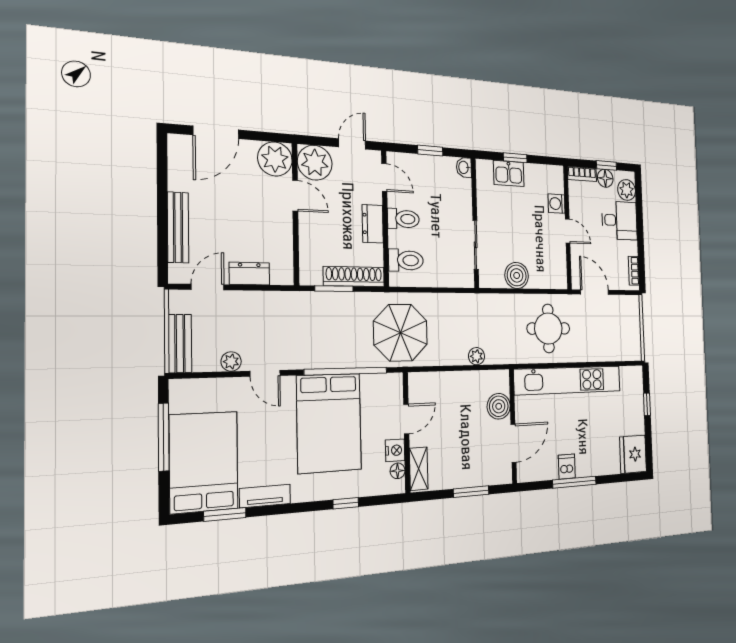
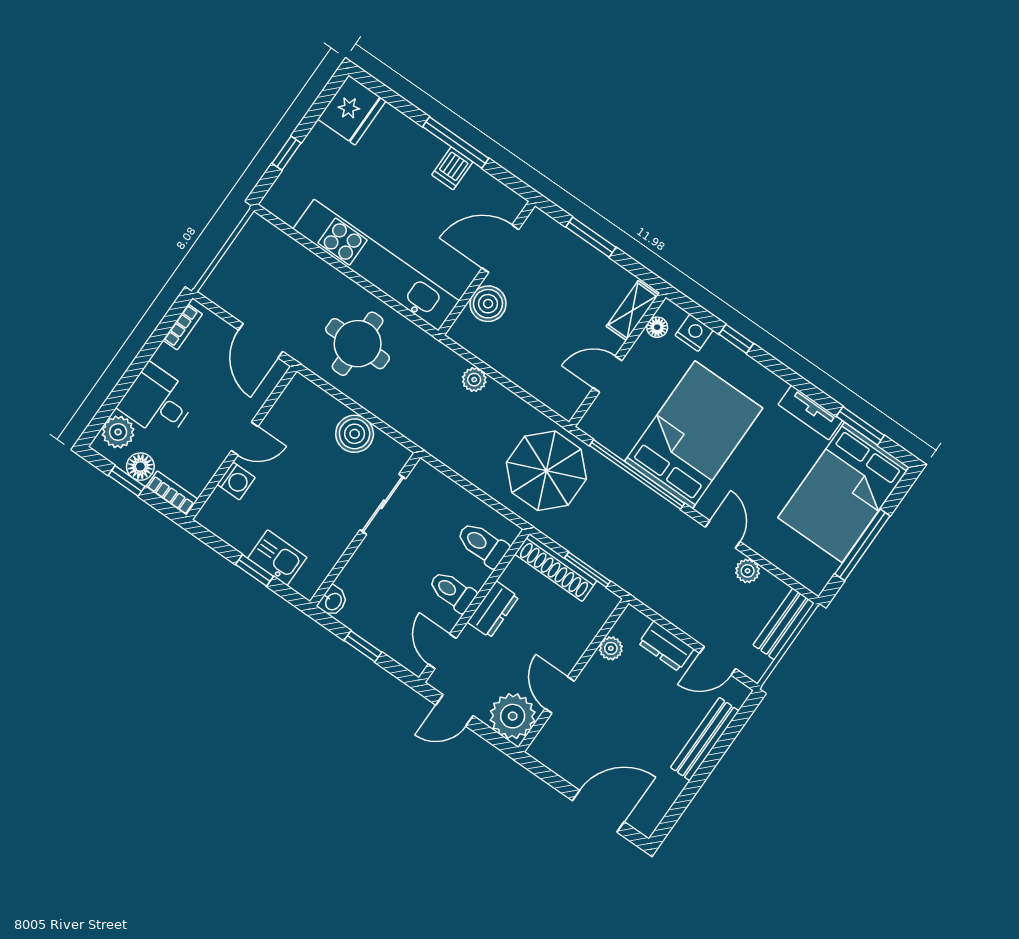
plant: (275, 159) -> (611, 648), moved, width x0.53, depth x0.53
door: (568, 231) -> (245, 439), swing flipped
nightstand: (395, 450) -> (694, 333), moved, turned 90

